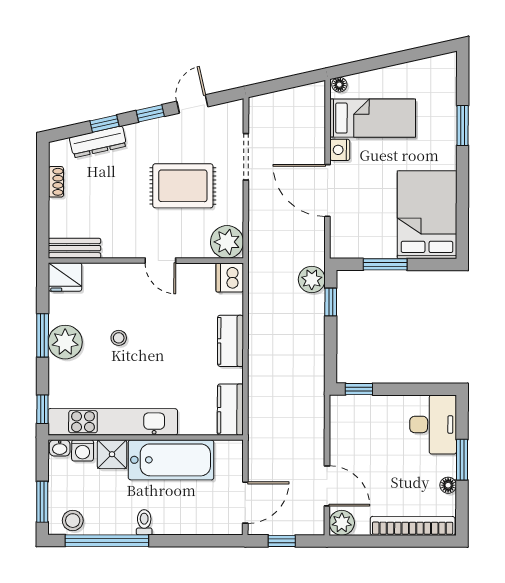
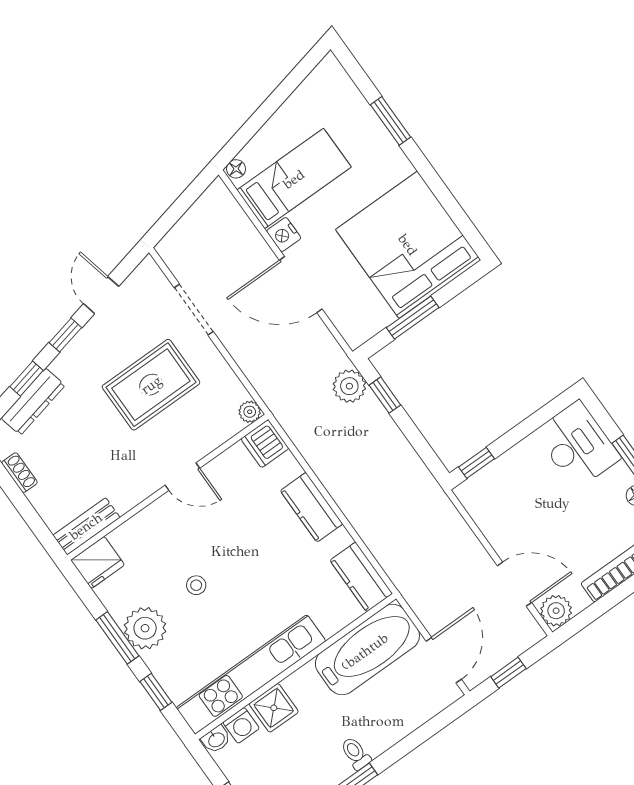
bed: (427, 215) -> (408, 245), width x1.36
plant: (227, 242) -> (250, 412), width x0.53, depth x0.53
window: (42, 409) -> (156, 692), moved
bathtub: (171, 460) -> (367, 650), moved

